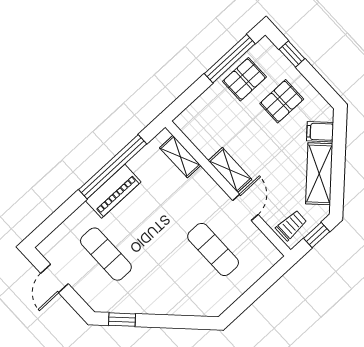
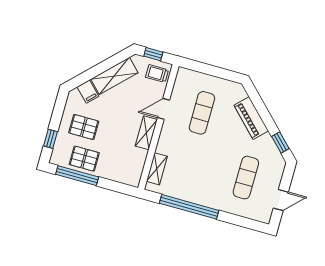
piano: (113, 191) -> (251, 118), moved, turned -135

